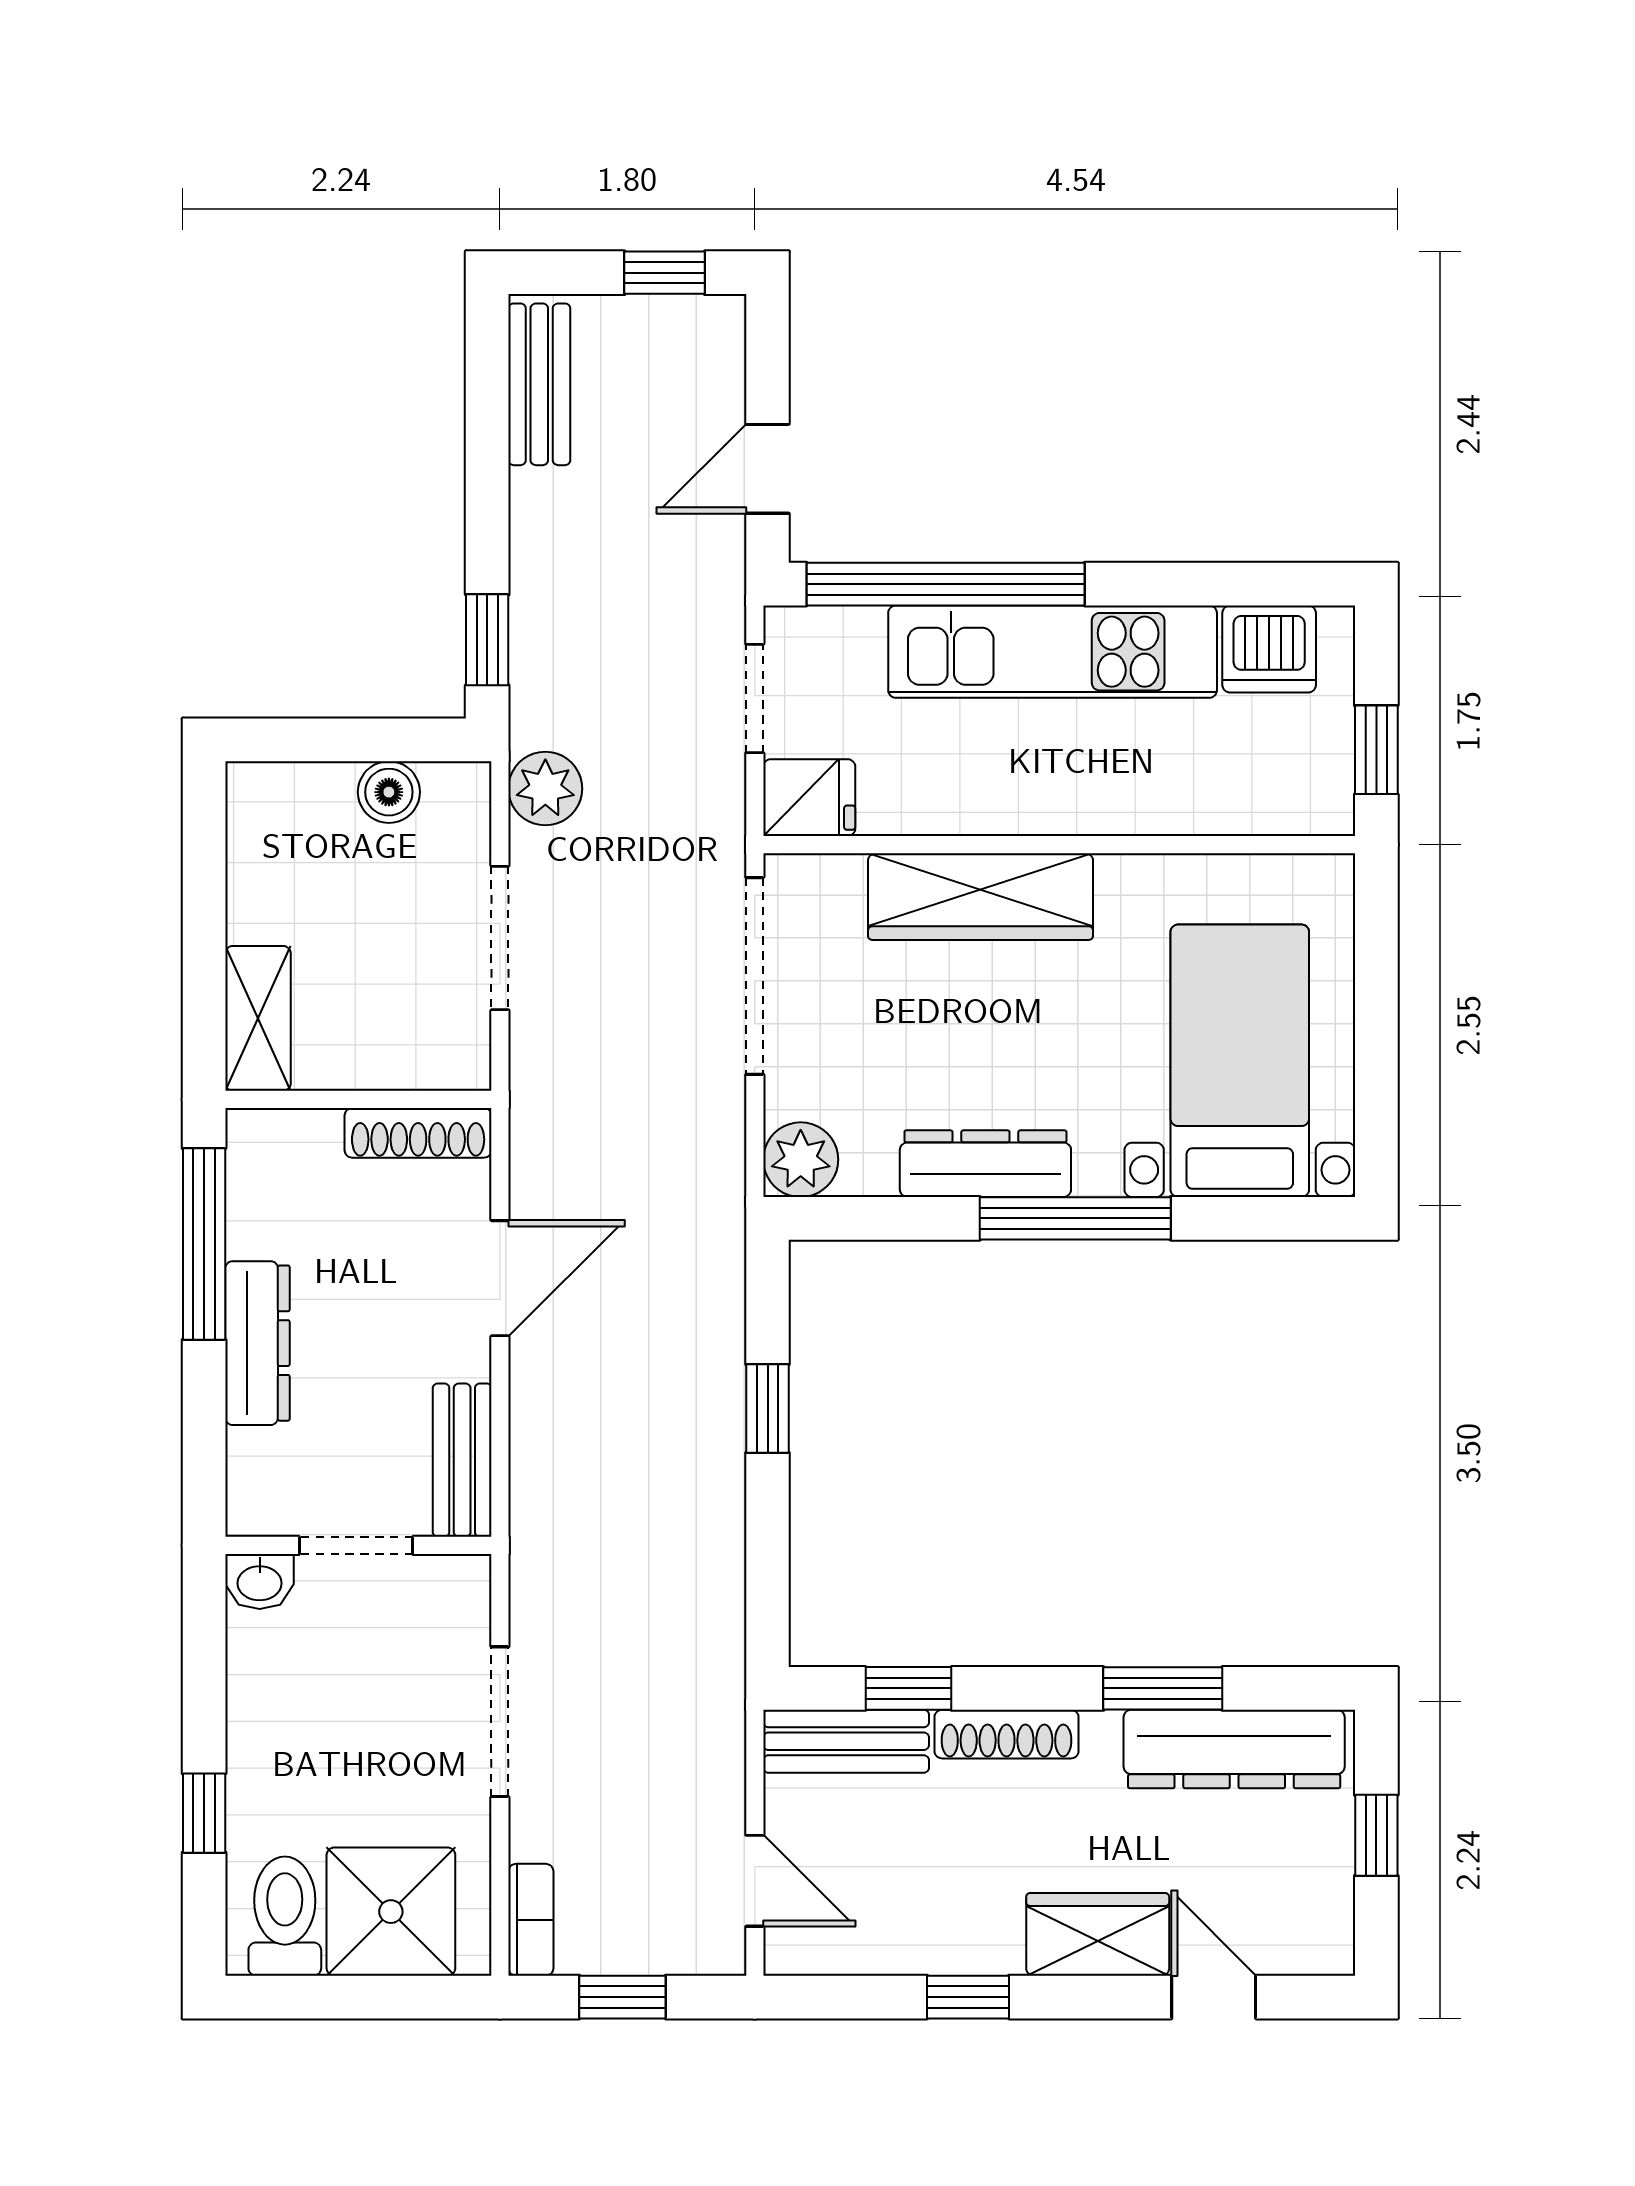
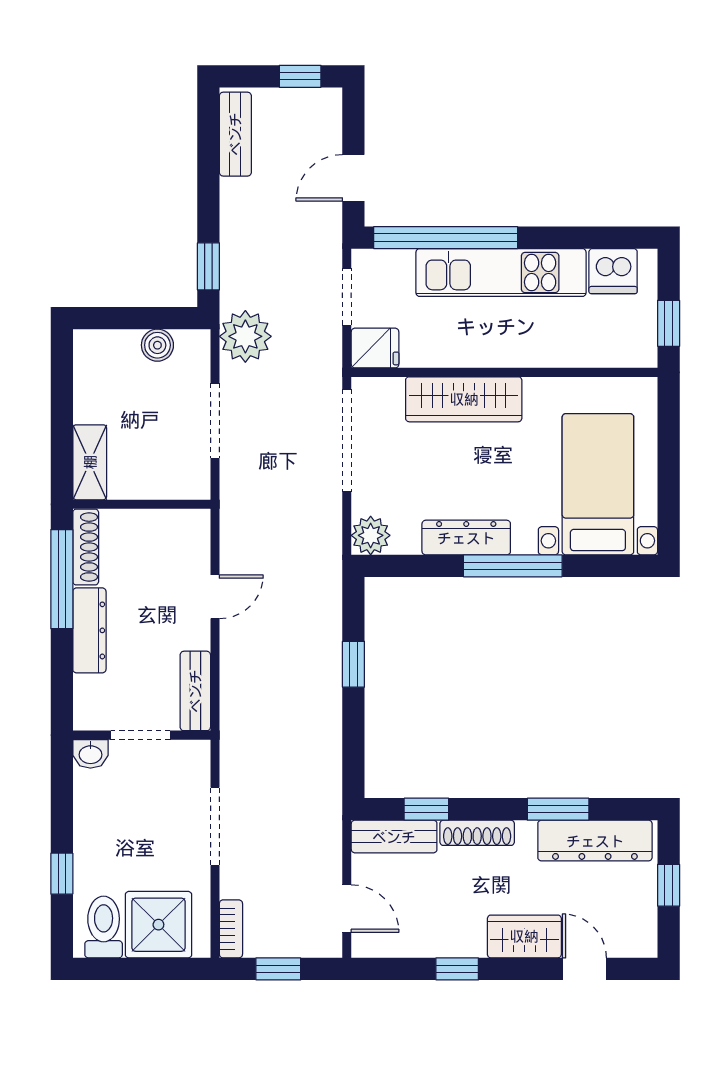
plant: (545, 789) -> (245, 336), width x1.36, depth x1.36
shoe rack: (418, 1133) -> (86, 547), moved, turned -90
door: (500, 1278) -> (215, 597), width x0.73

